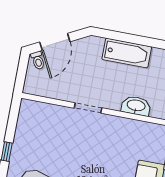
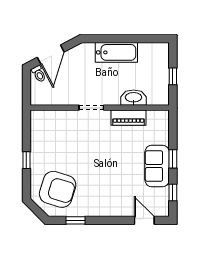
piano: (127, 127) -> (129, 118), added

